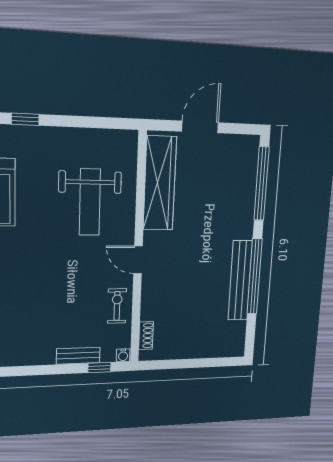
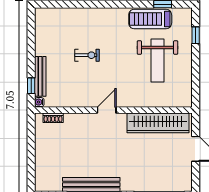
weight bench: (90, 202) -> (158, 60), moved, turned -90
exercise bike: (117, 306) -> (87, 55), moved
bench: (78, 356) -> (40, 76), width x1.36

